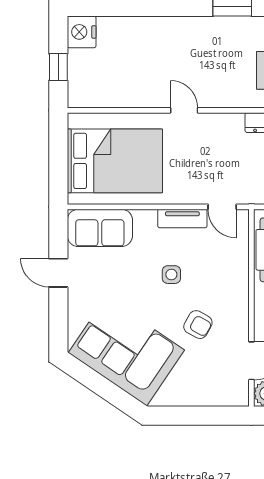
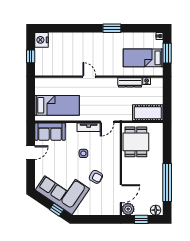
bed: (115, 161) -> (57, 105), width x0.67
door: (222, 207) -> (107, 122), hinge flipped
door: (58, 273) -> (31, 153), swing flipped
window: (114, 395) -> (57, 210), added

